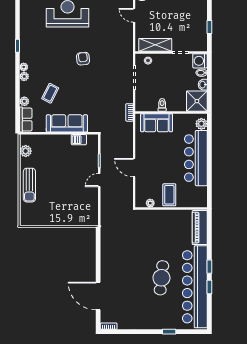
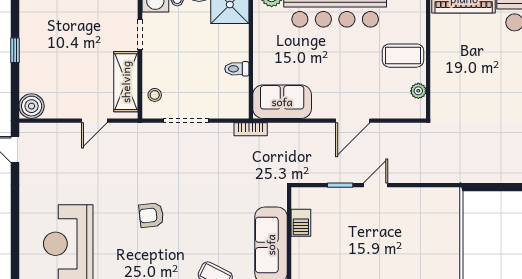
door: (134, 15) -> (94, 121), moved
sofa: (157, 123) -> (282, 102), moved, turned -90
door: (99, 180) -> (376, 185), swing flipped

